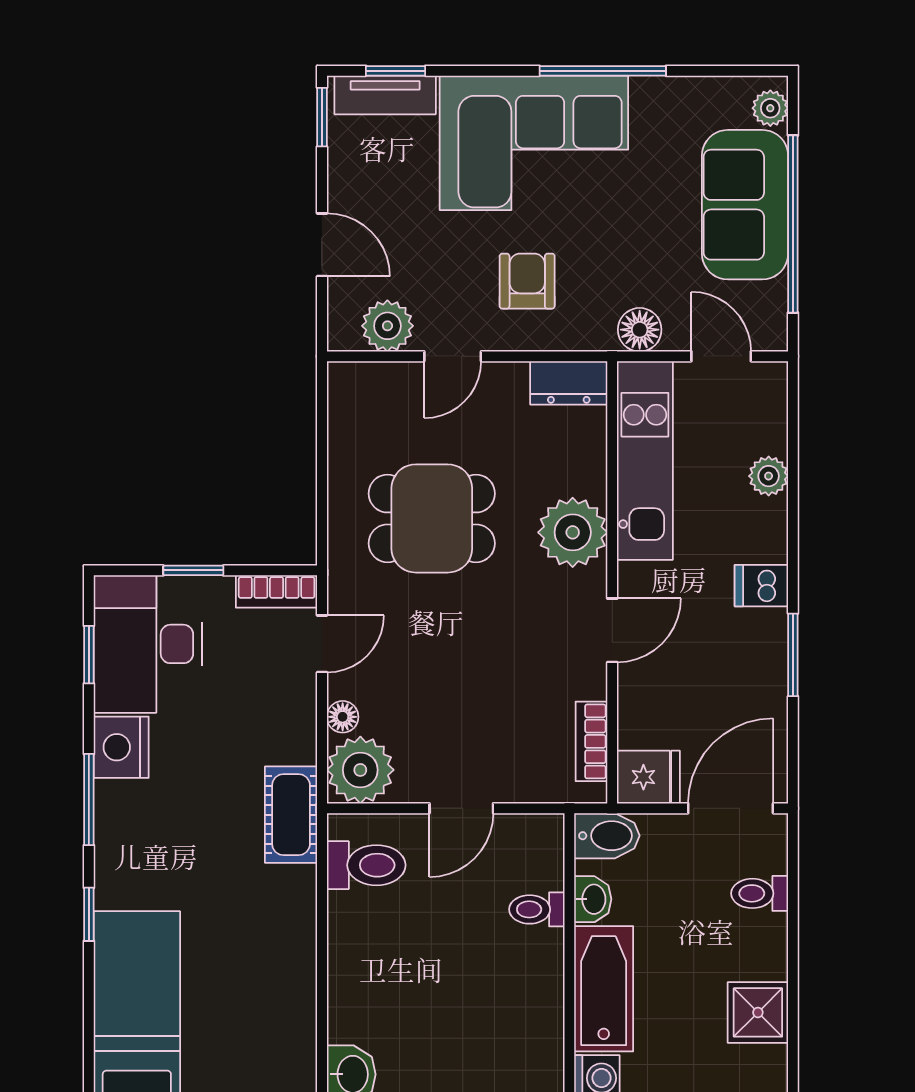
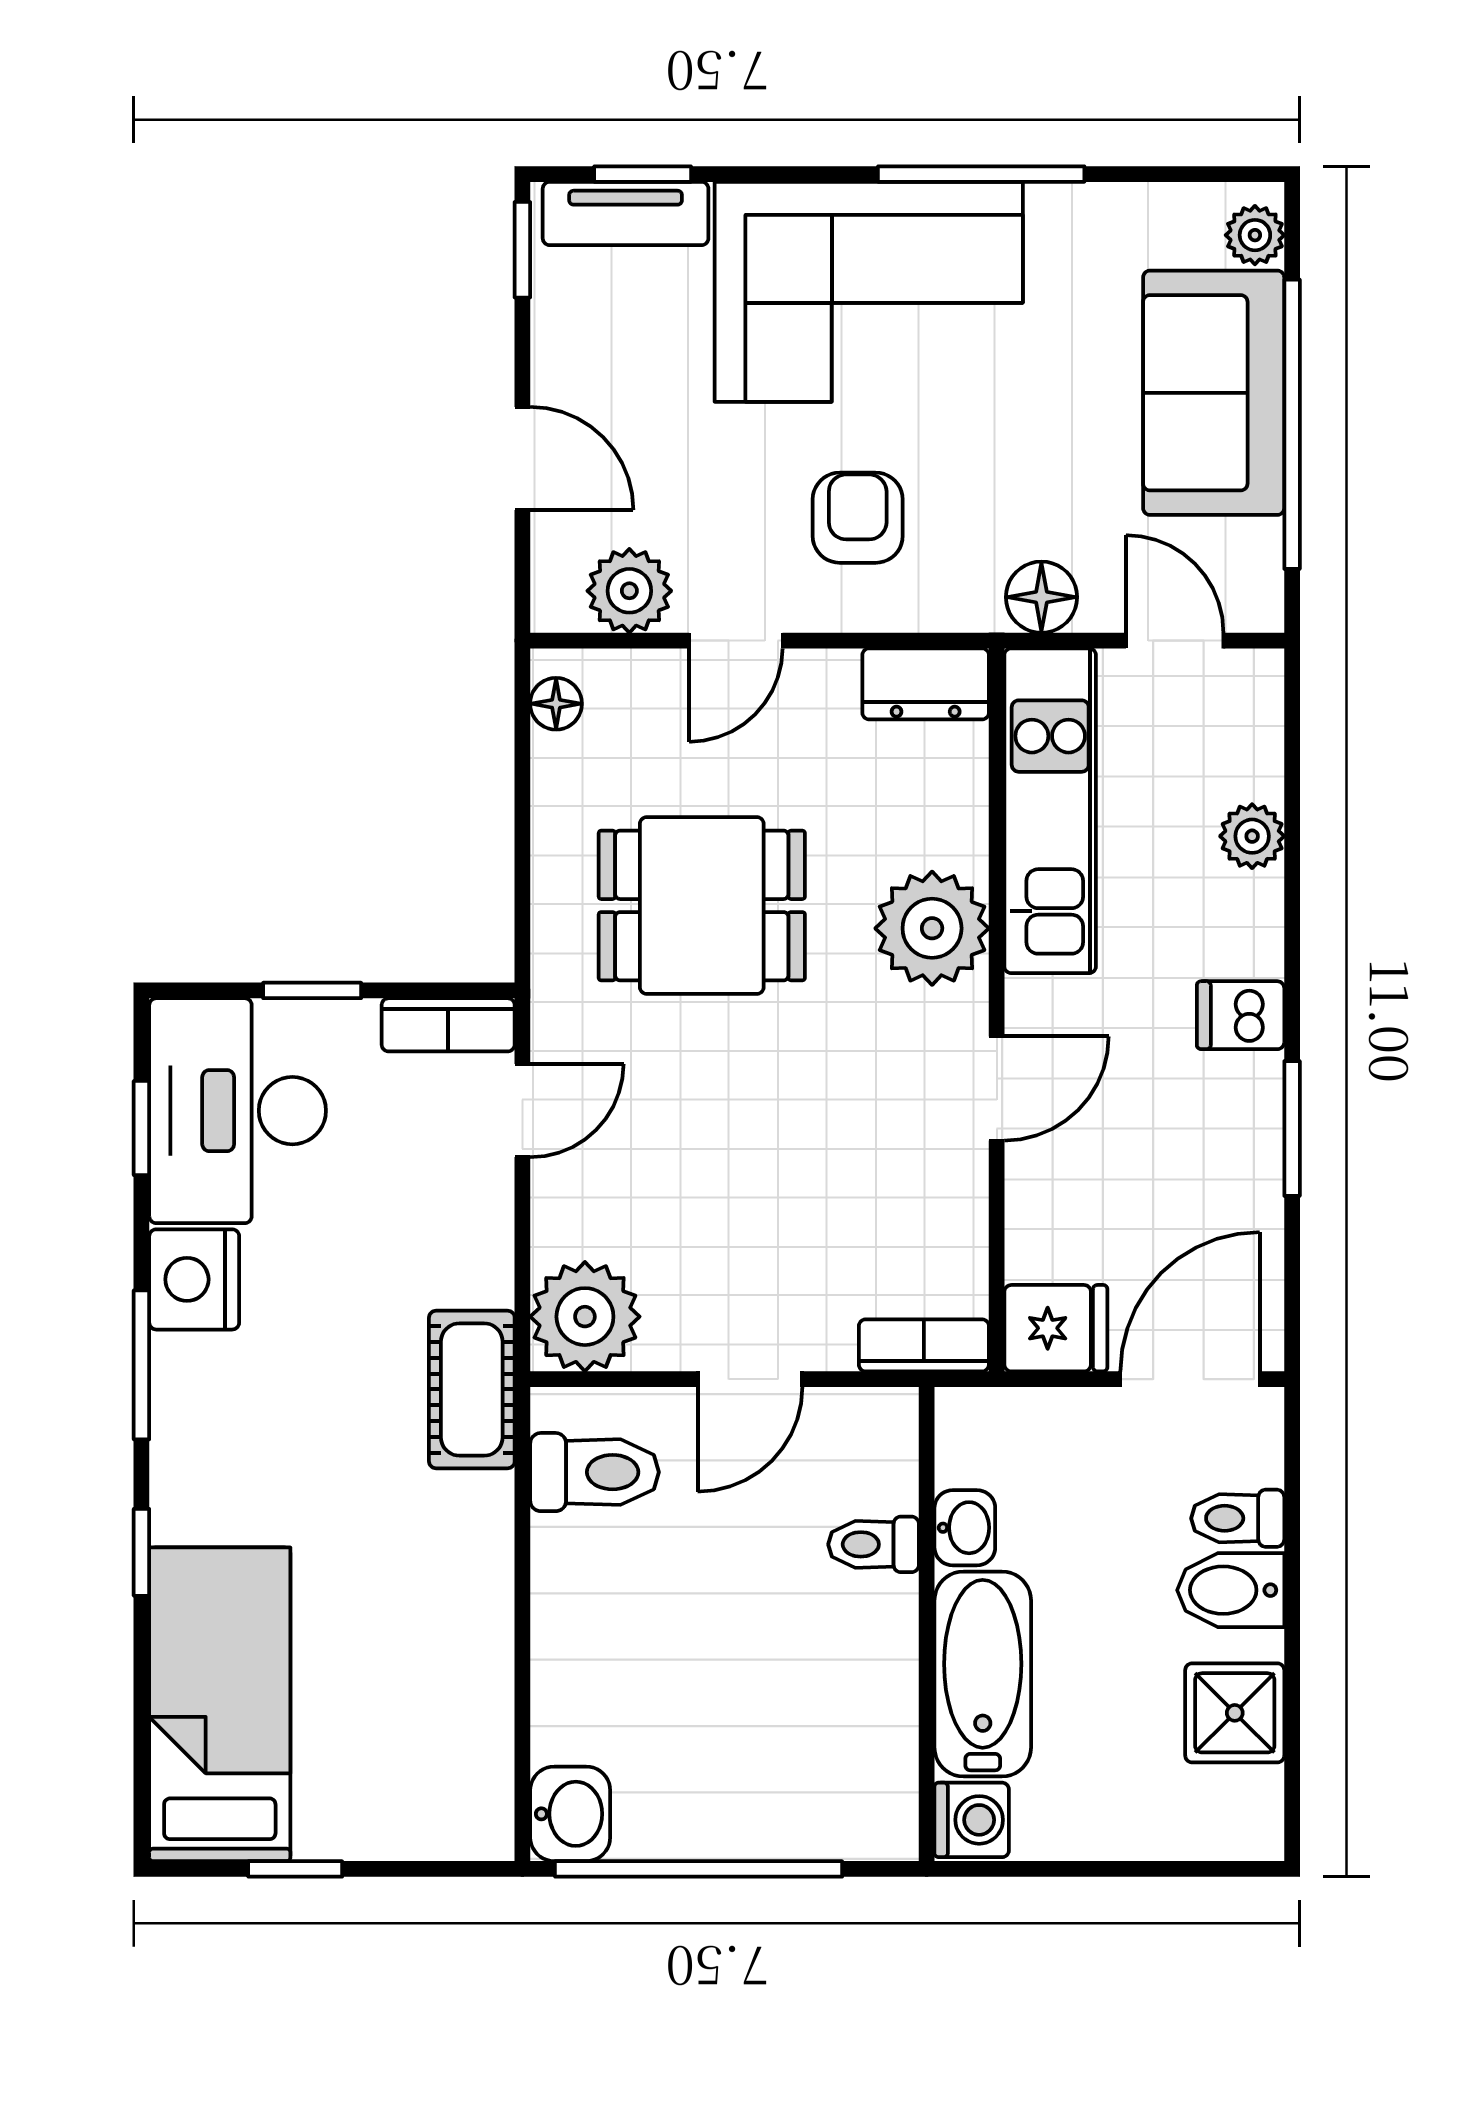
floor lamp: (343, 717) -> (556, 704), moved
bookcase: (592, 741) -> (924, 1345), moved, turned 90
bidet: (607, 836) -> (1231, 1590), moved, turned 180

